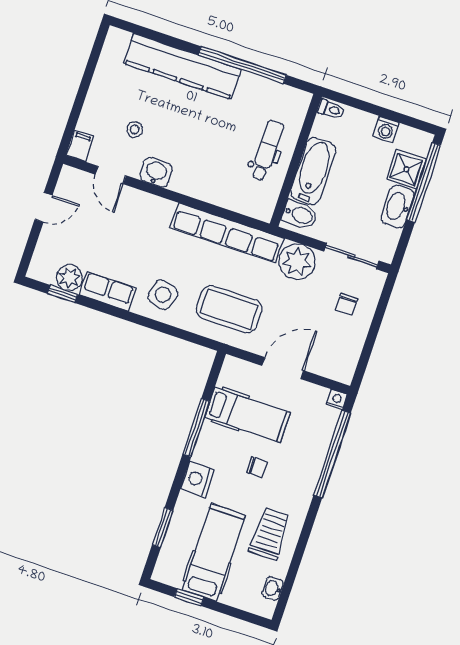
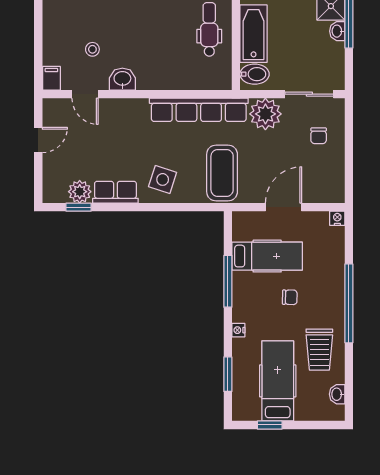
washbasin: (397, 207) -> (337, 31), width x0.52, depth x0.69
coffee table: (229, 309) -> (222, 173), turned 90
window: (332, 454) -> (349, 303), moved
nightstand: (197, 479) -> (238, 330), width x0.53, depth x0.56
trolley: (270, 534) -> (319, 350), turned 180

